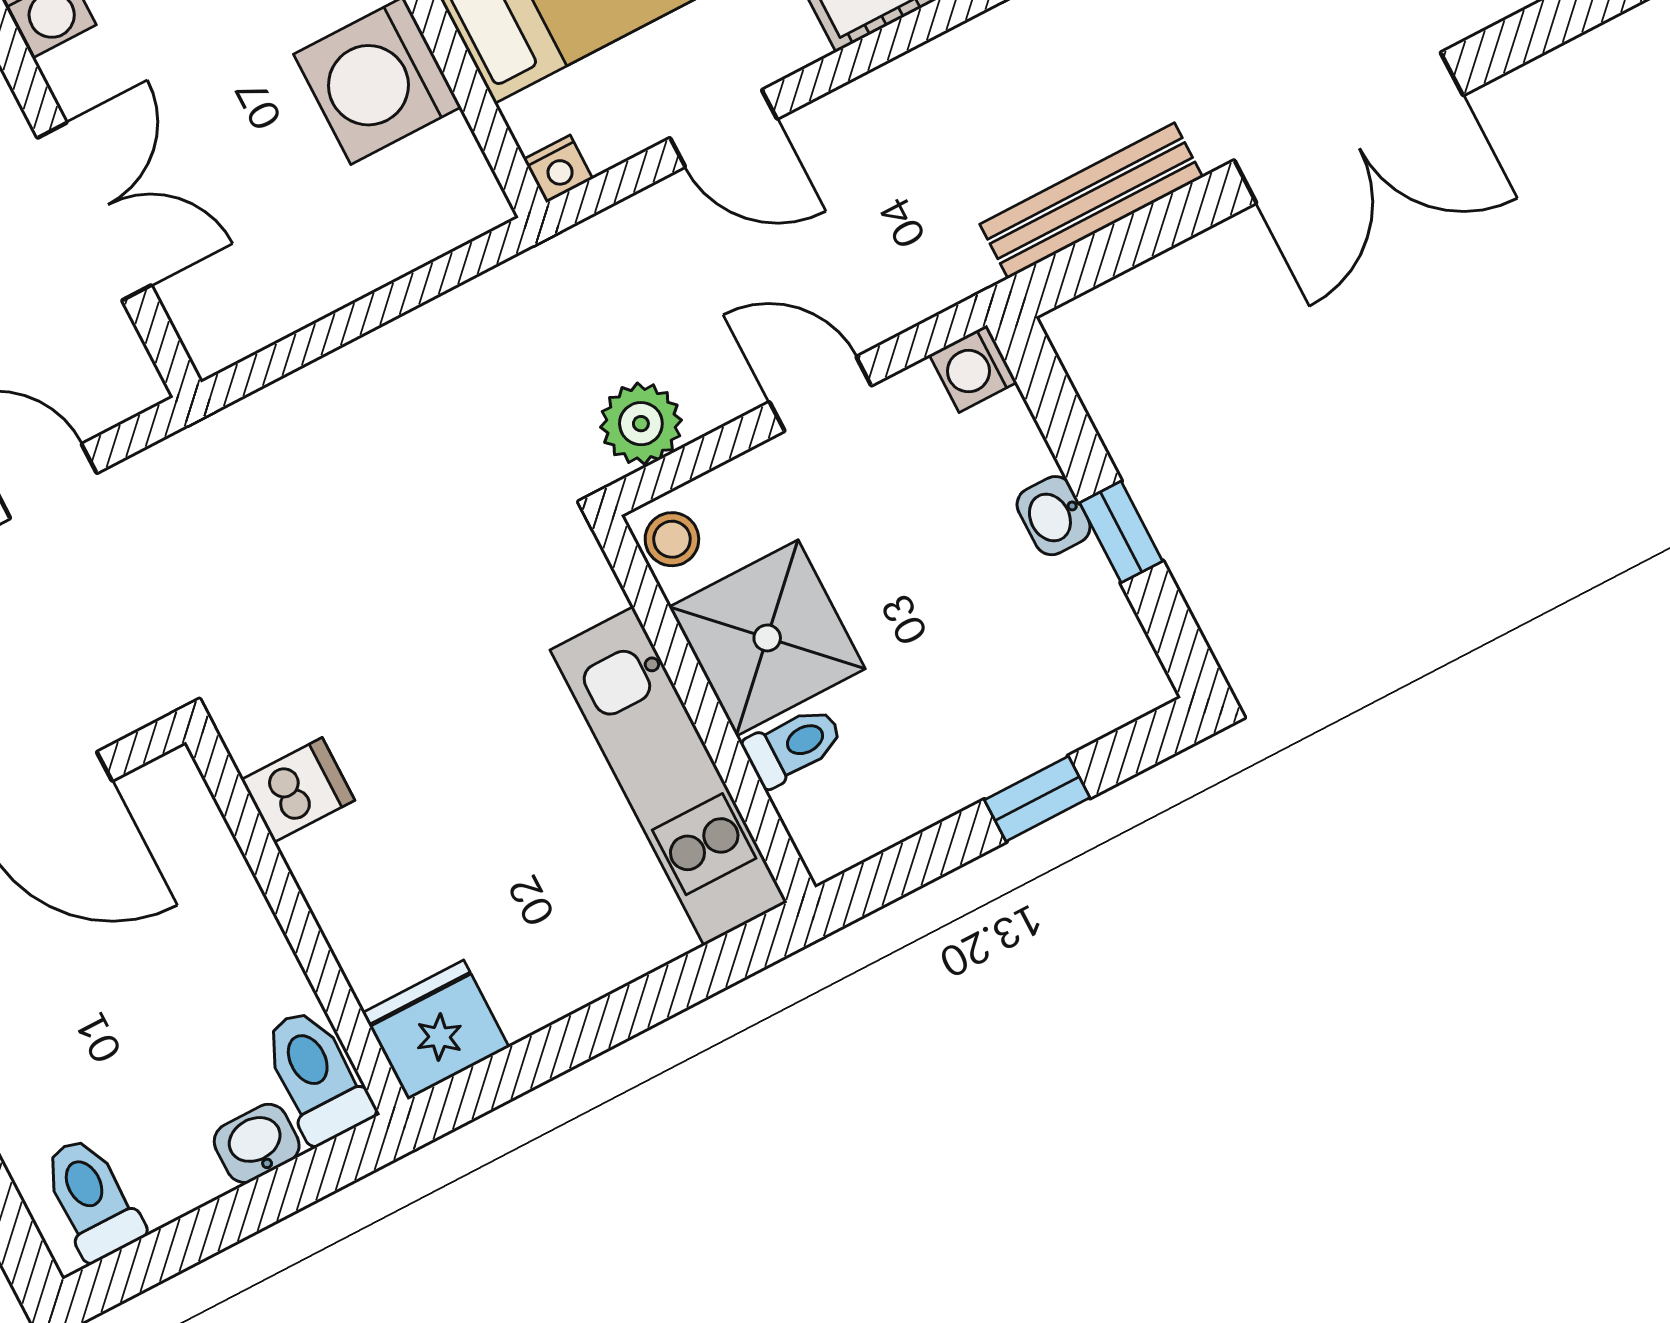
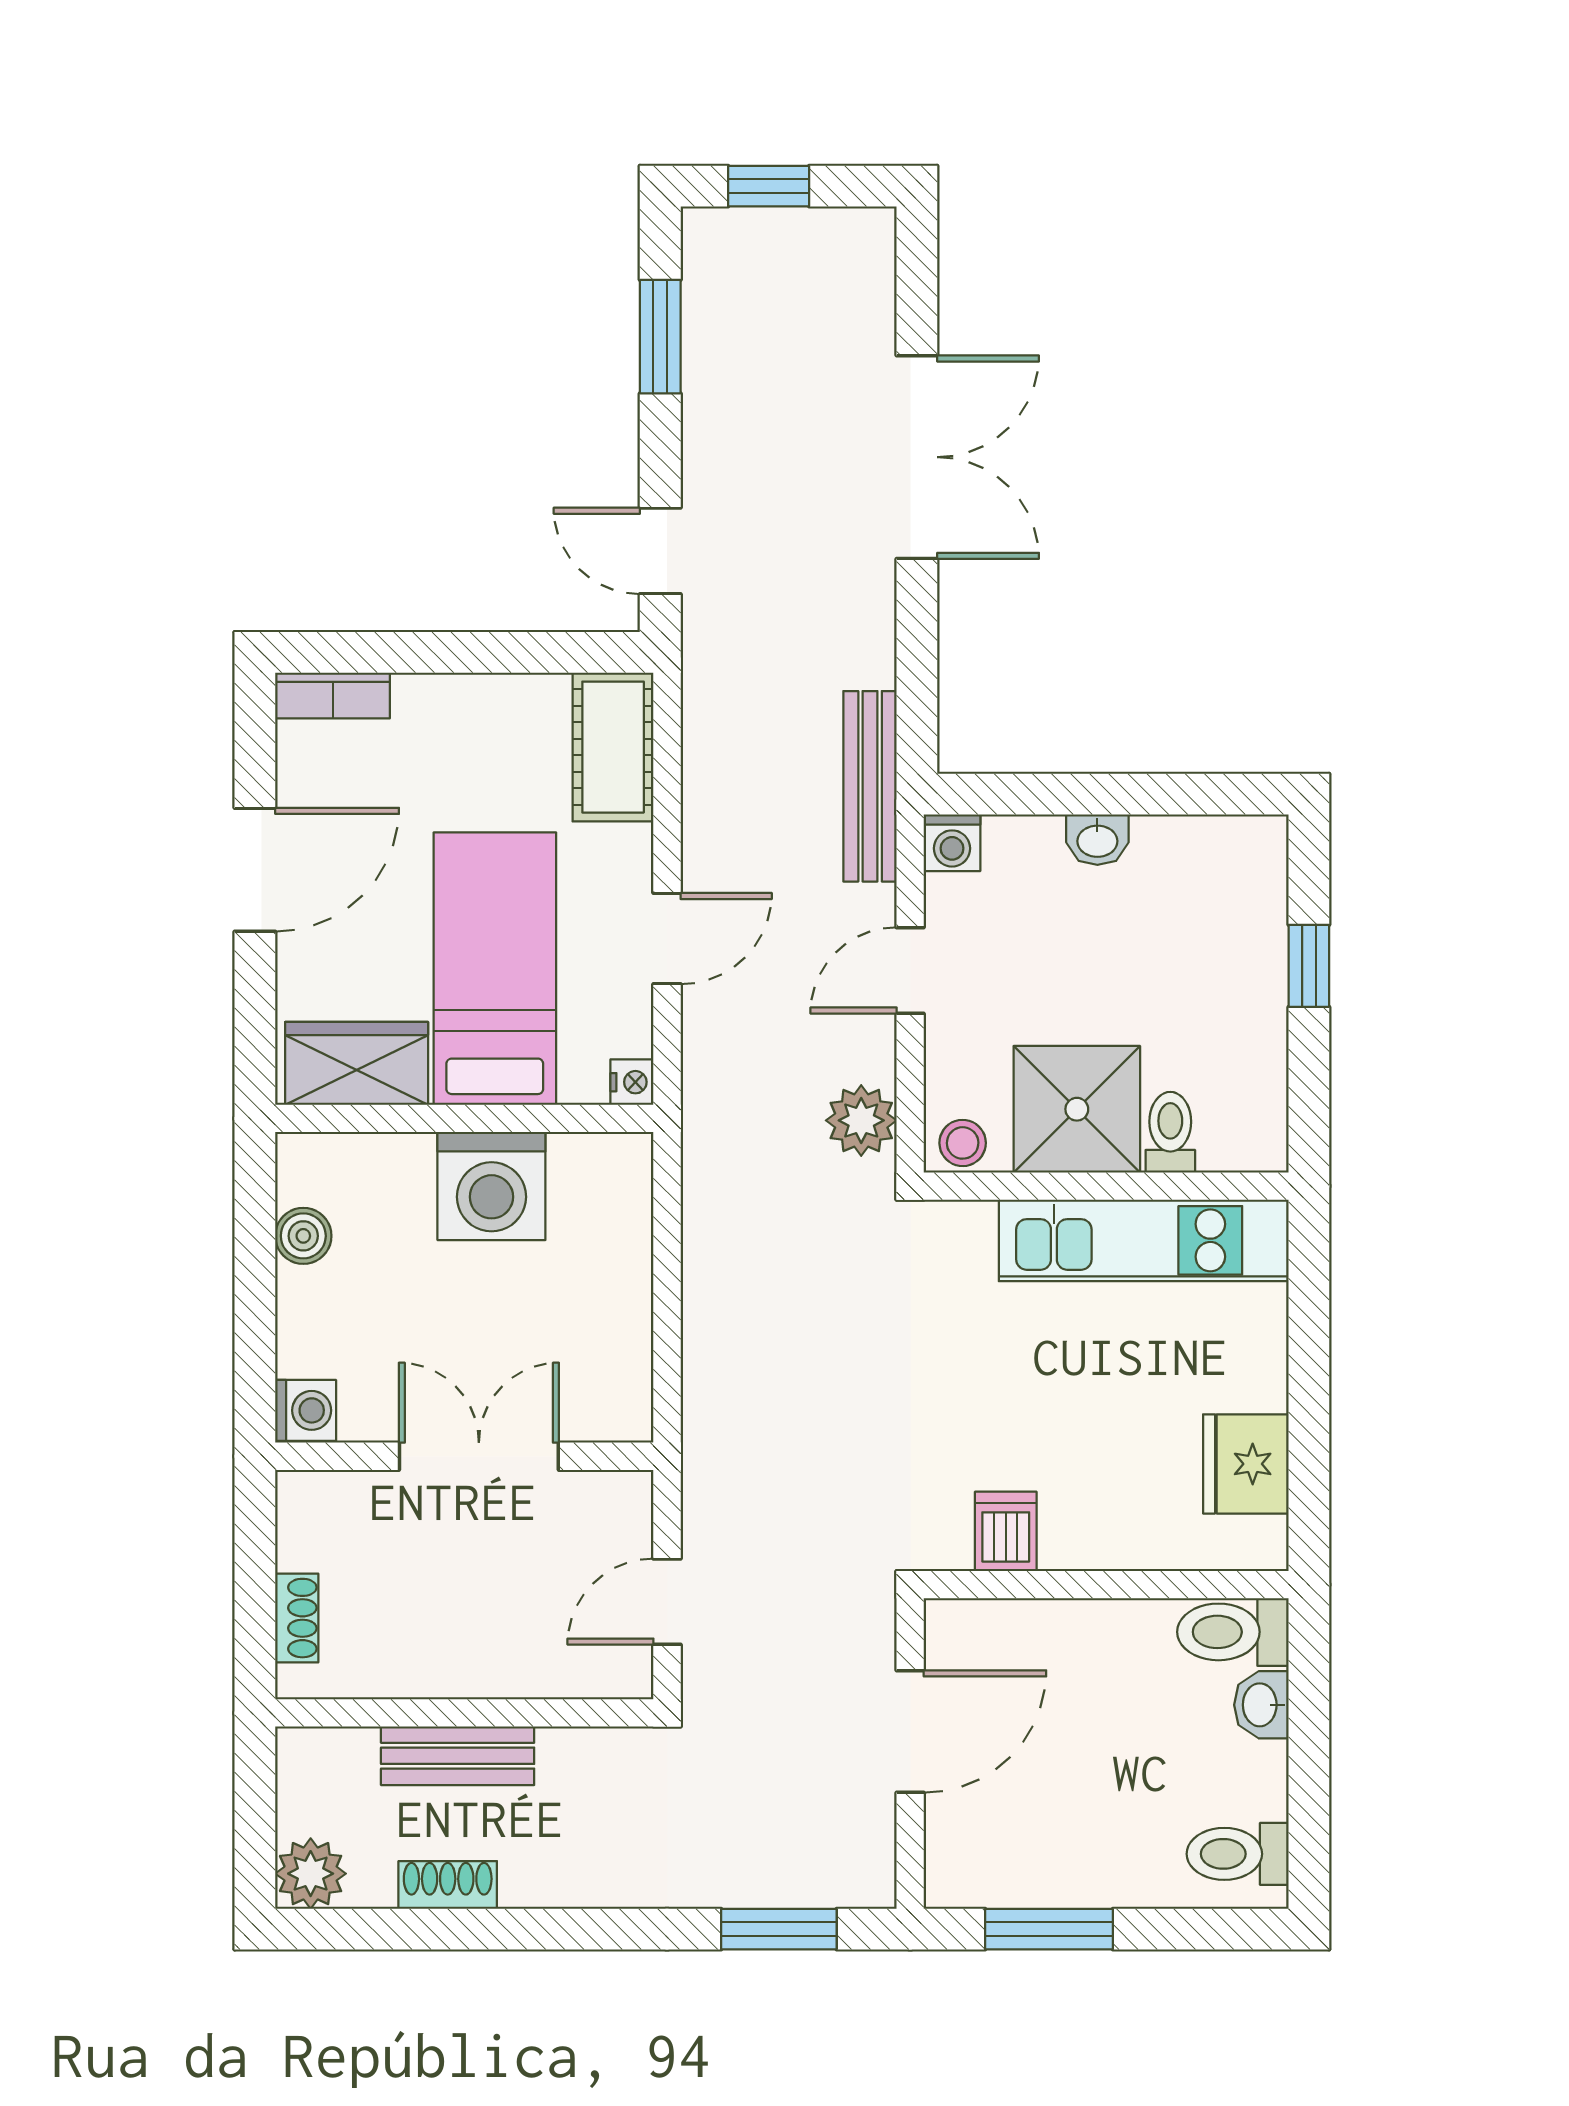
bench: (1091, 201) -> (870, 786), moved
window: (1121, 532) -> (1137, 794), removed
fridge: (436, 1030) -> (1246, 1464), moved

